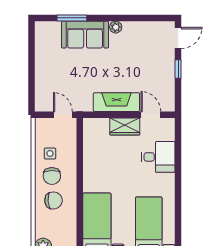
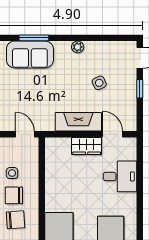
sofa: (85, 35) -> (30, 55), moved
side table: (137, 63) -> (99, 83), added
chair: (52, 176) -> (14, 195), turned 91

